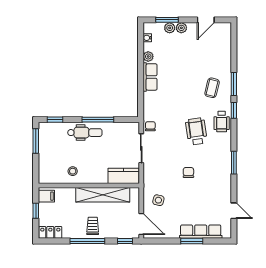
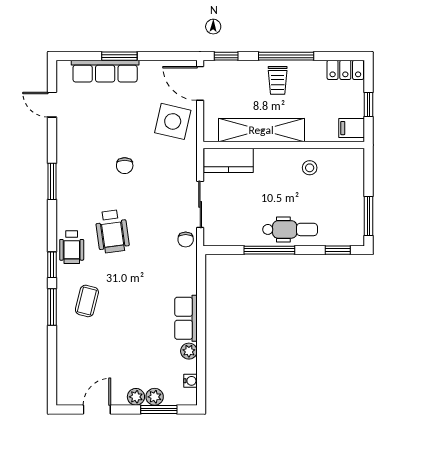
wheelchair: (222, 121) -> (72, 247), turned 180
dental chair: (85, 133) -> (290, 229), turned 180
side table: (158, 200) -> (173, 121), width x1.87, depth x1.87

